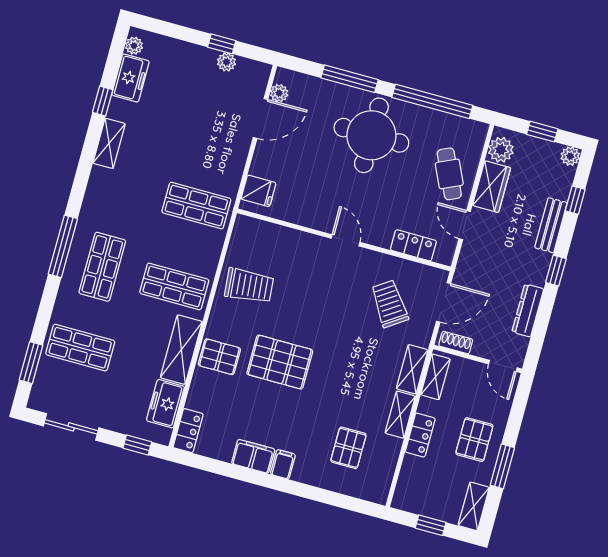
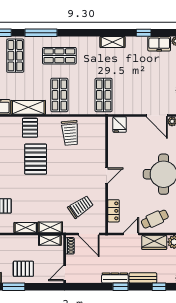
shelving: (109, 143) -> (112, 42), moved
window: (63, 246) -> (41, 33), moved
dresser: (528, 310) -> (115, 278), moved
locker: (420, 435) -> (18, 241), removed

